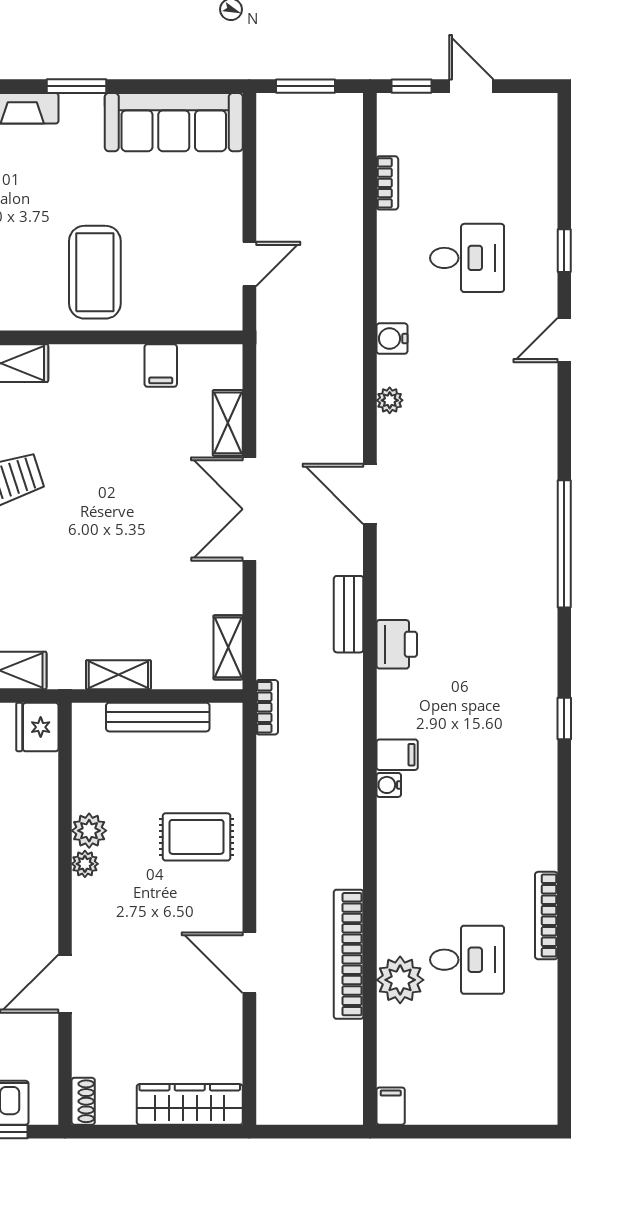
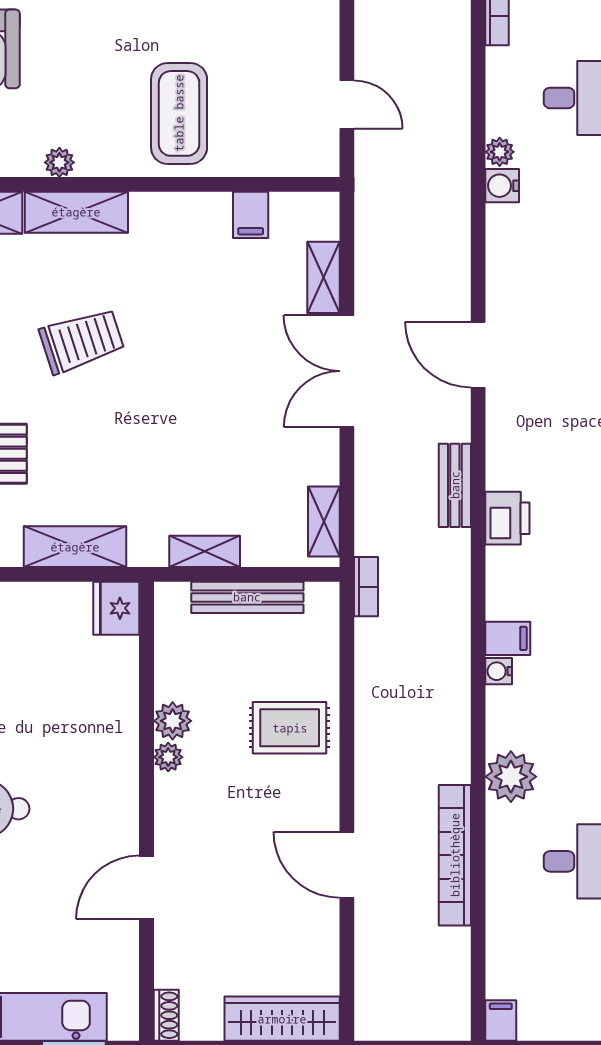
door: (249, 264) -> (347, 105), hinge flipped
plant: (390, 400) -> (500, 152), moved
plant: (400, 980) -> (511, 777), moved

